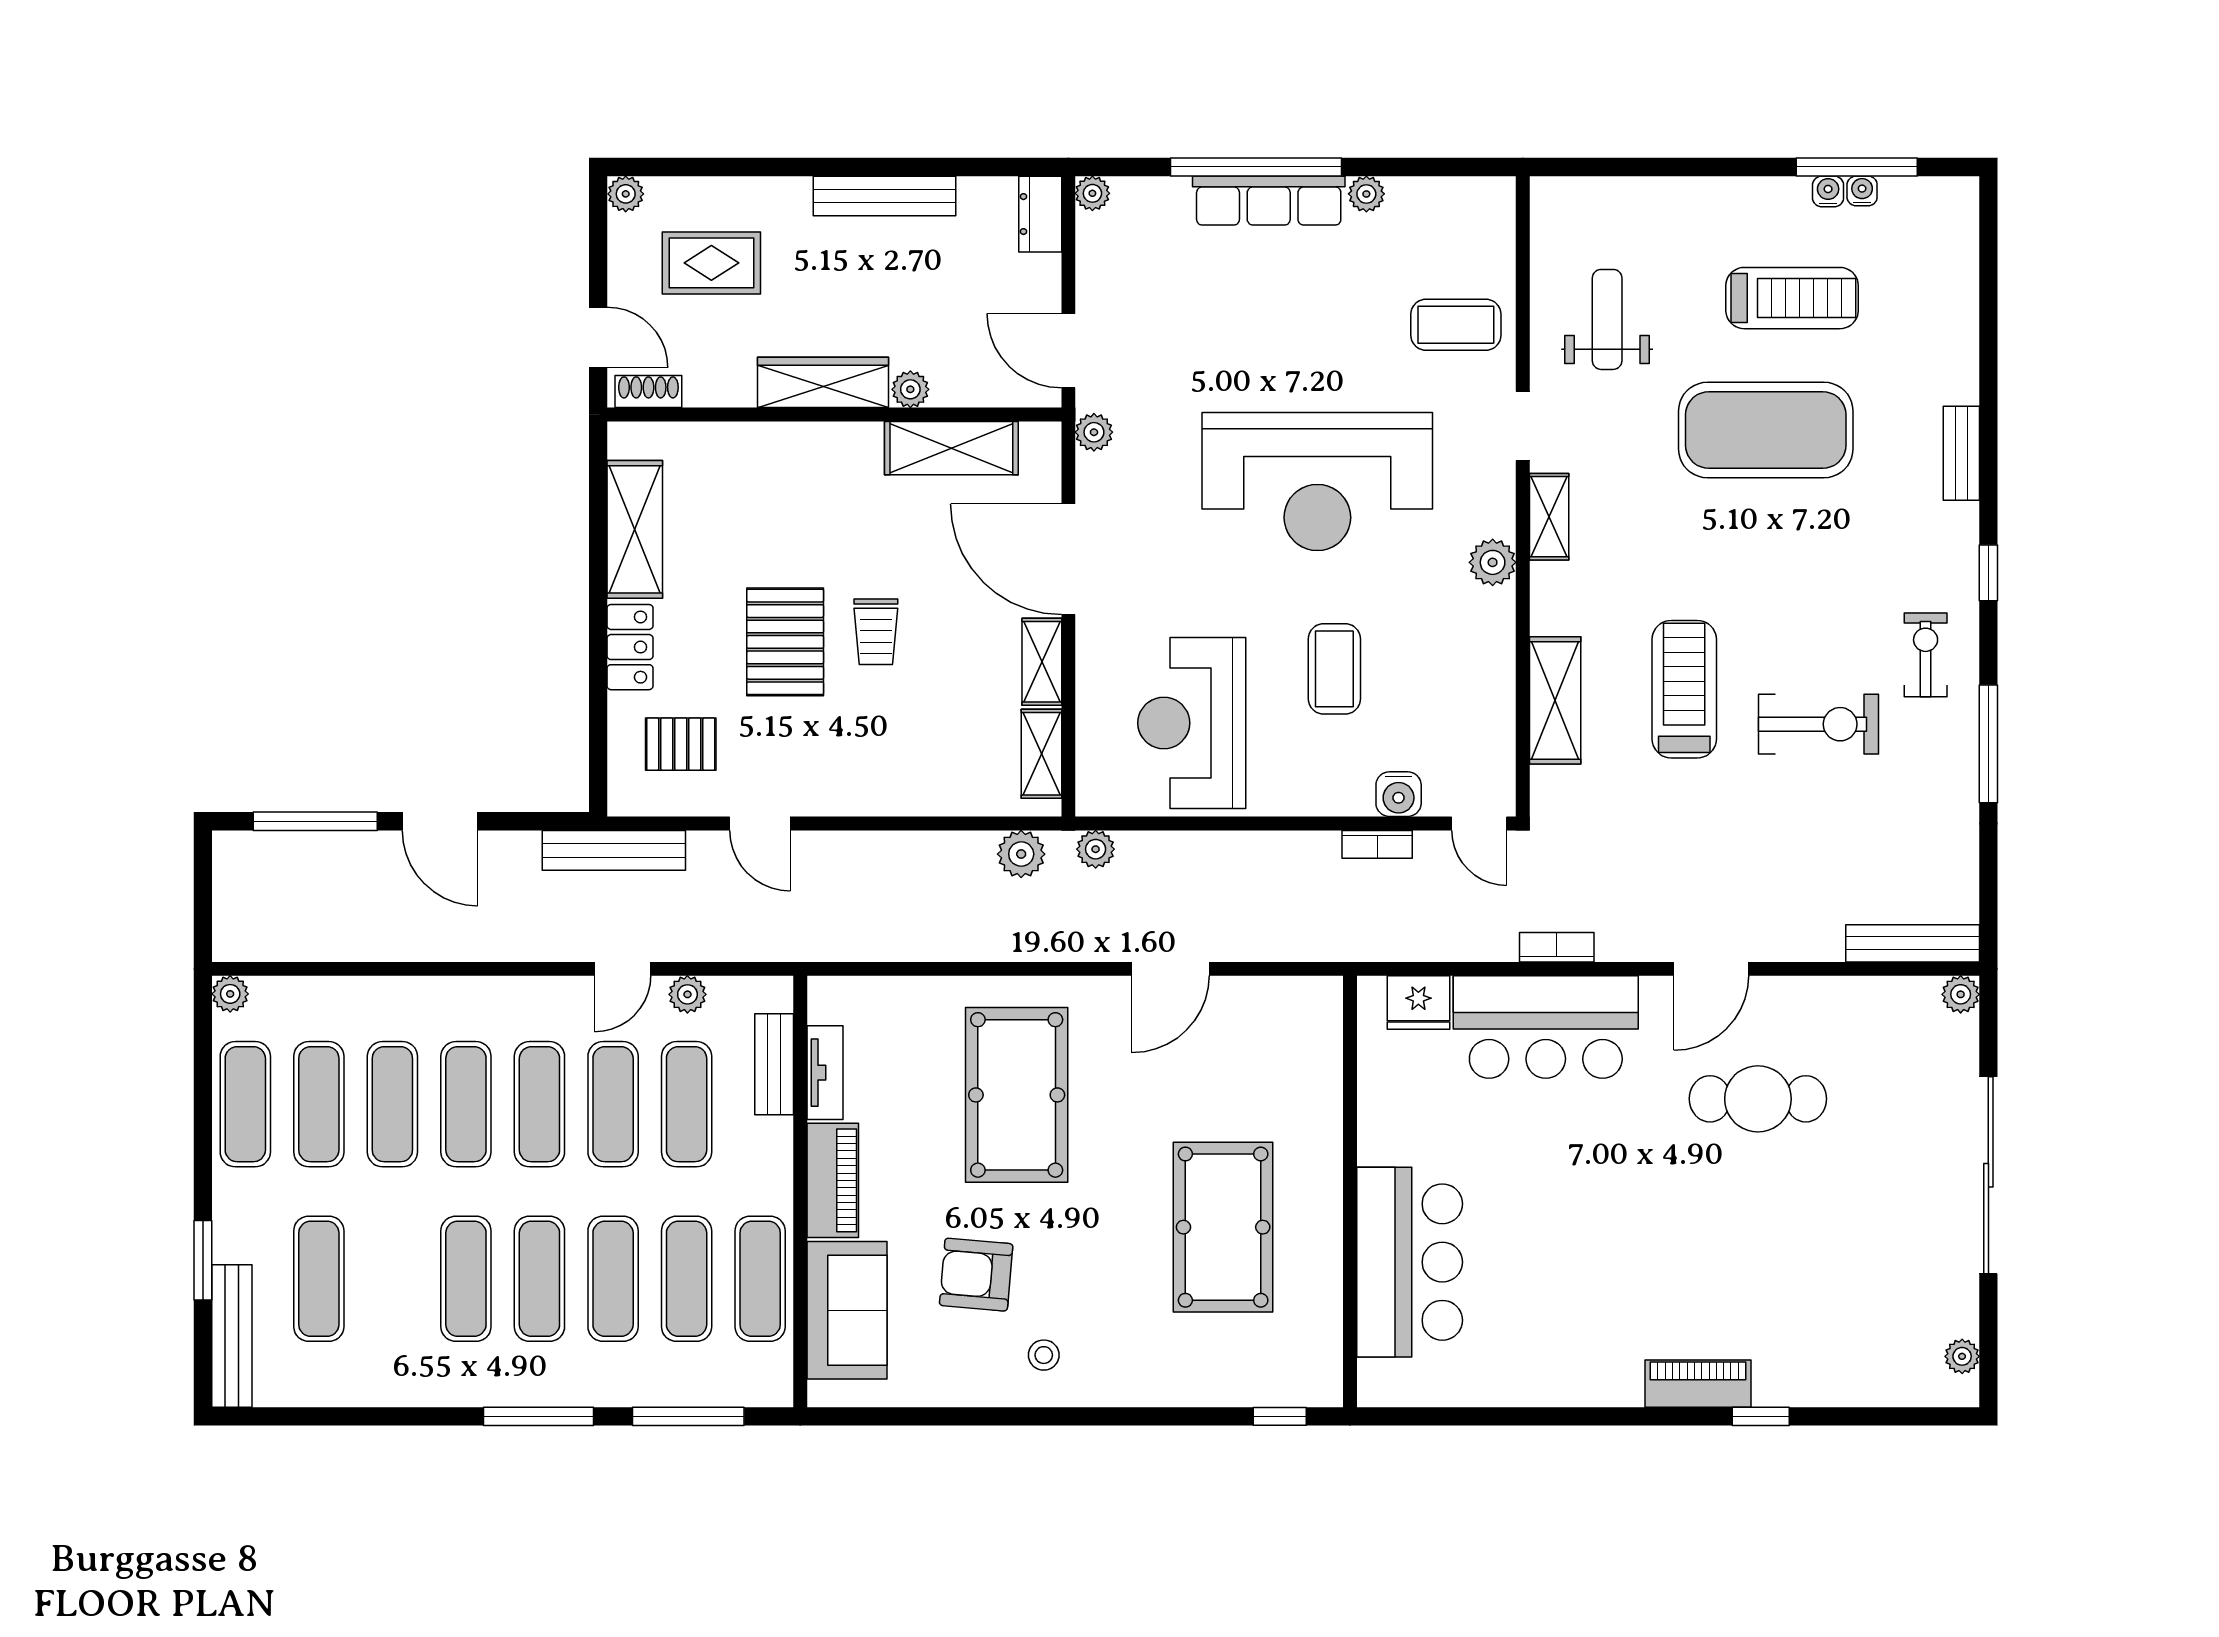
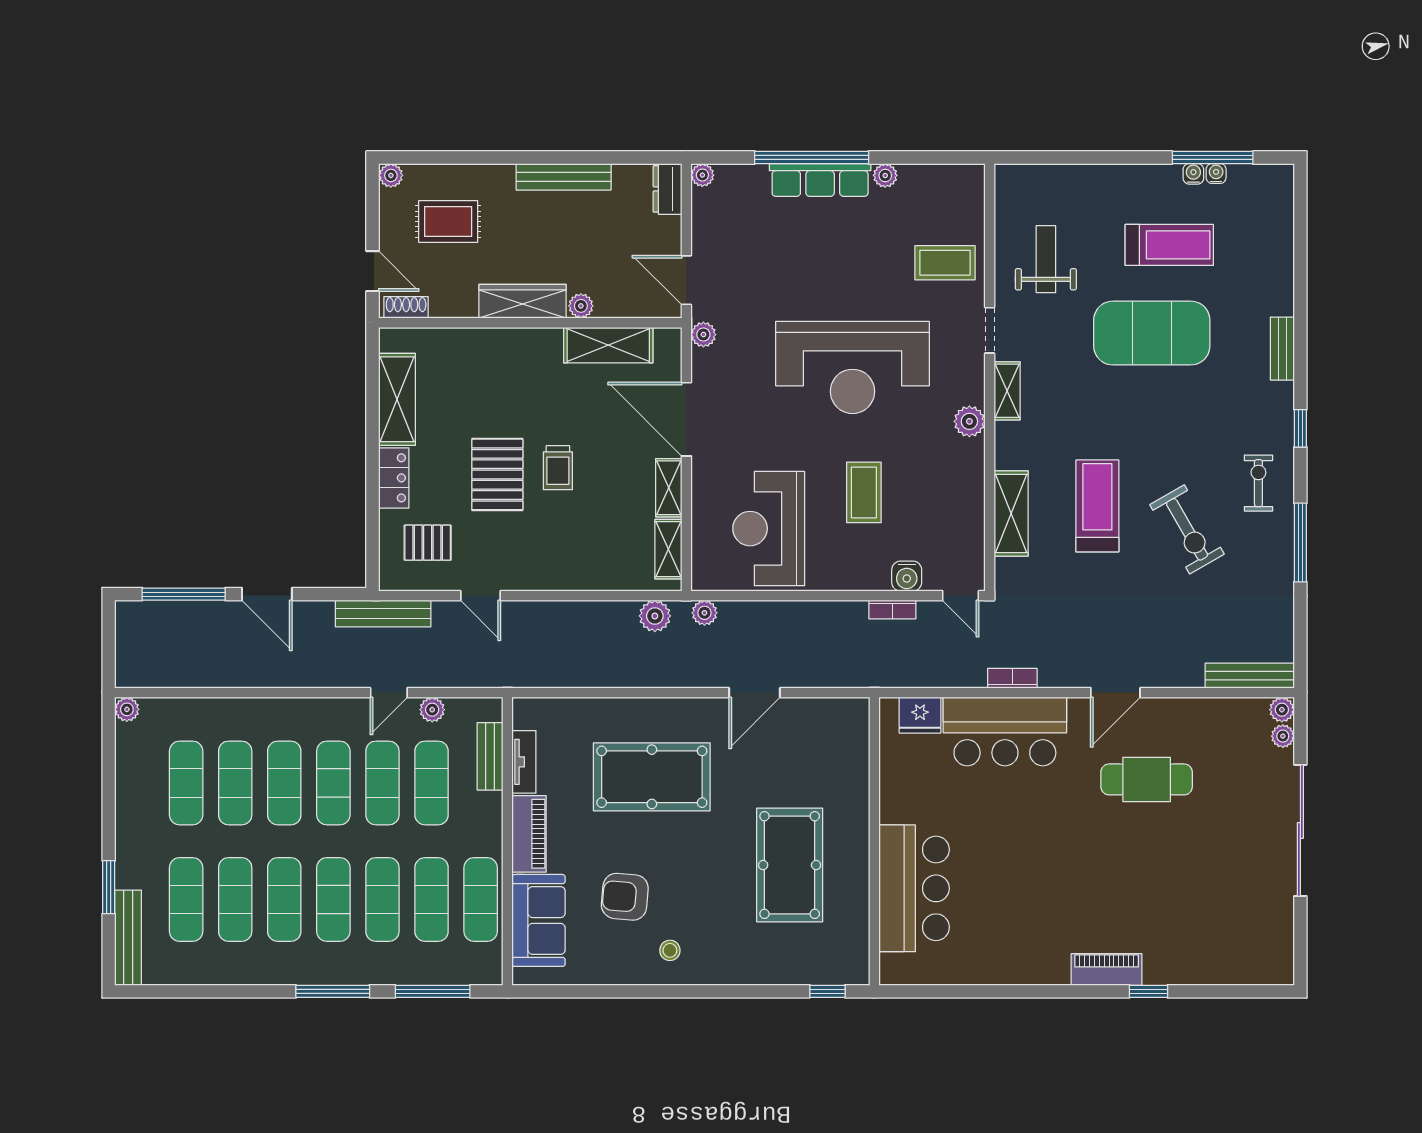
exercise bike: (1819, 724) -> (1187, 529), turned 60
pool table: (1017, 1095) -> (652, 777), turned 90
exercise mat: (245, 1104) -> (235, 899), moved
plant: (1962, 1356) -> (1283, 736), moved

